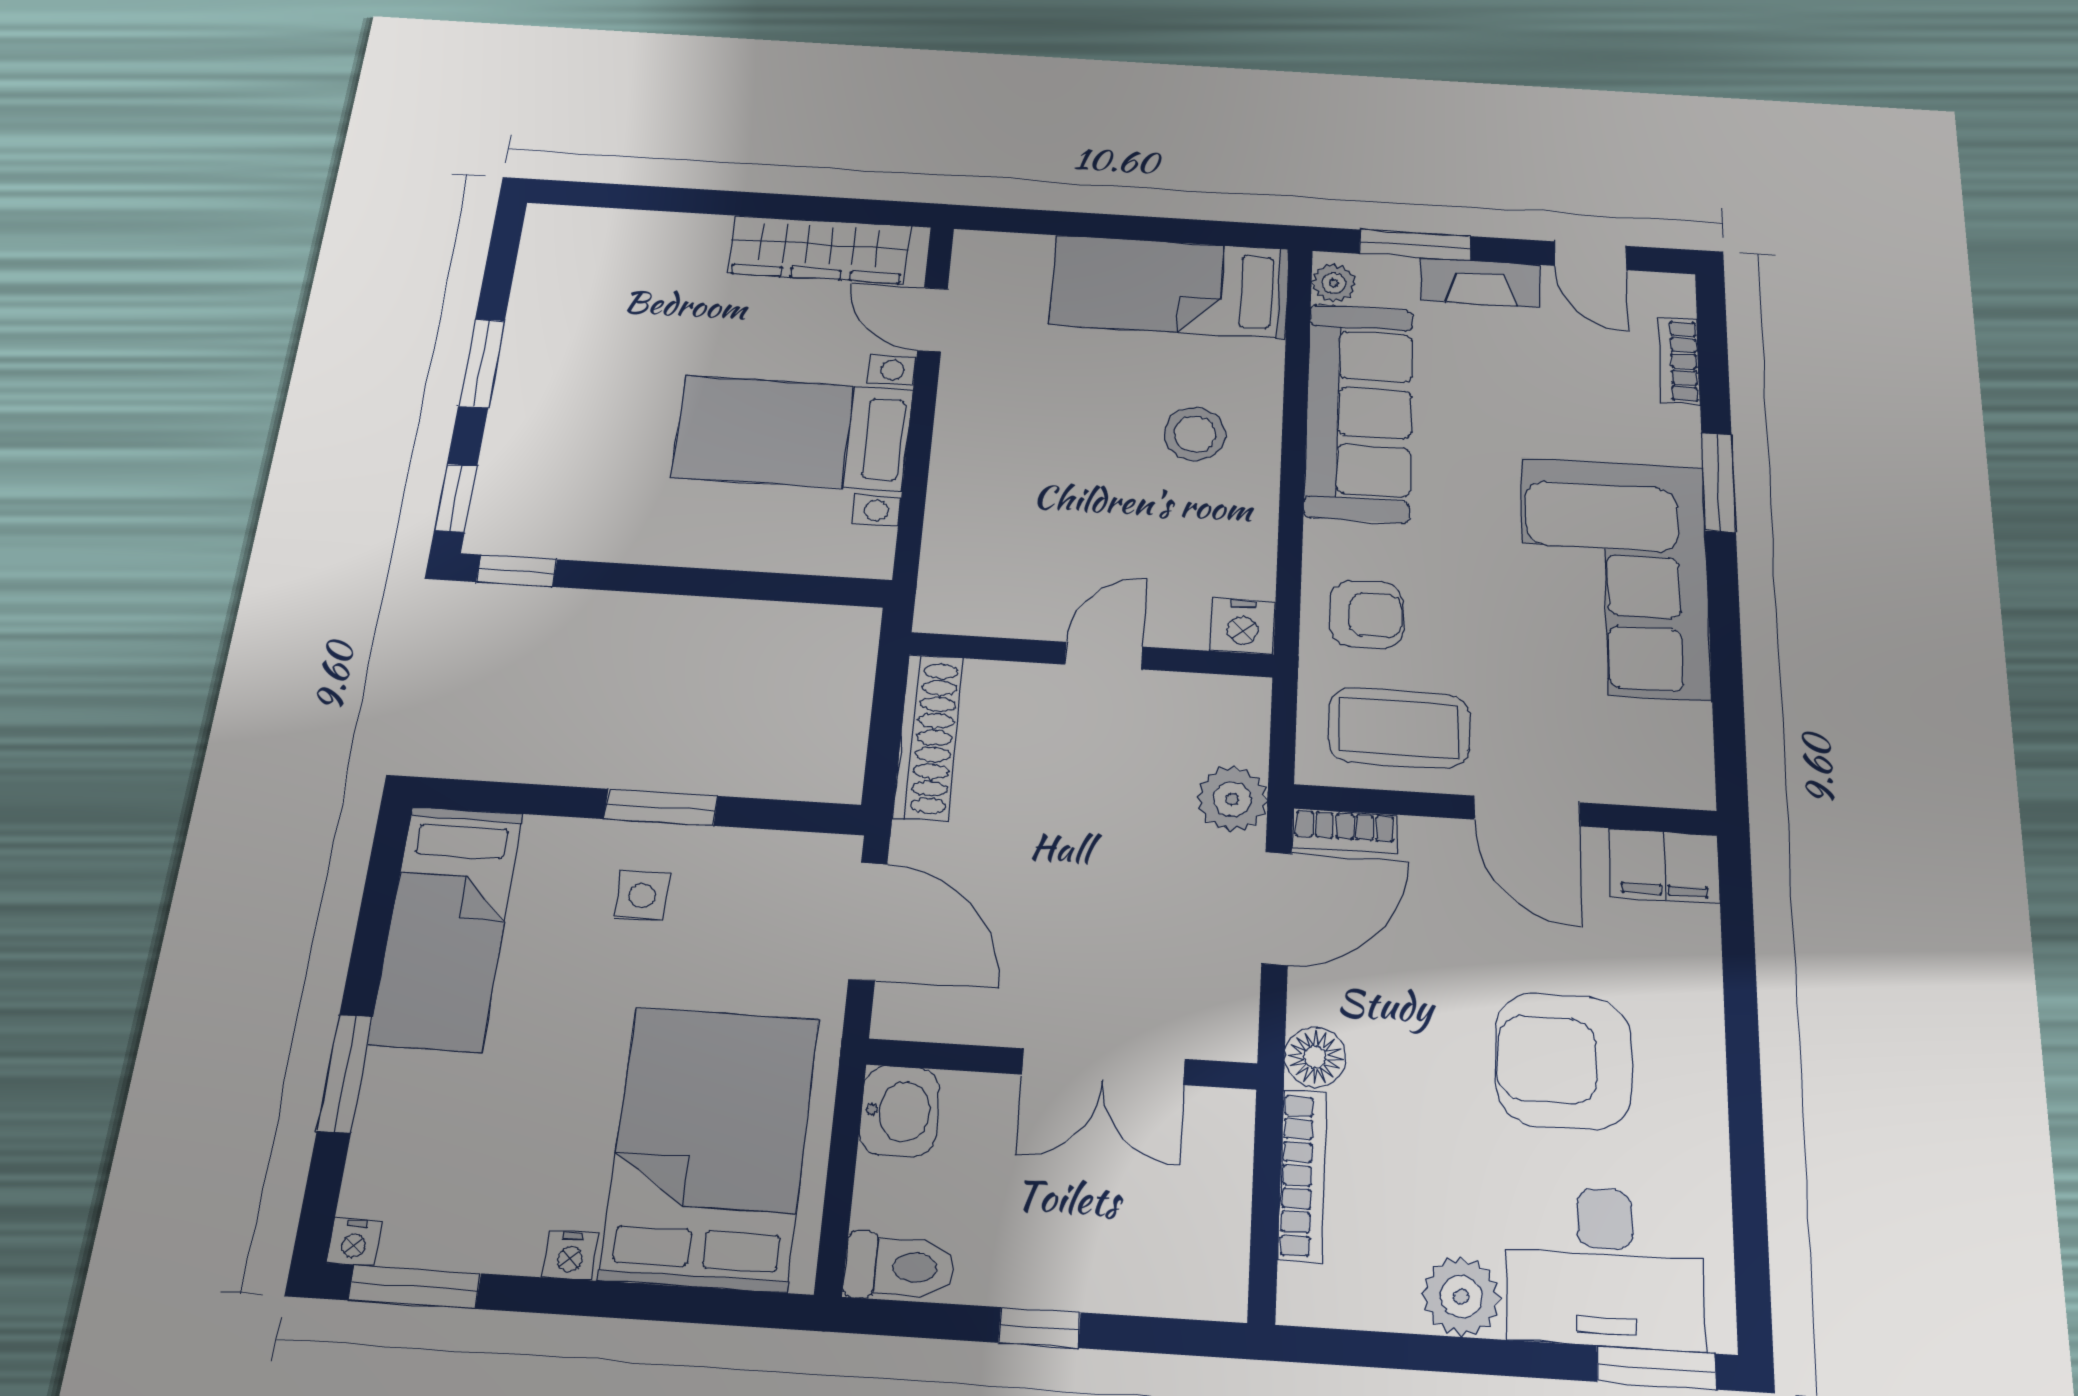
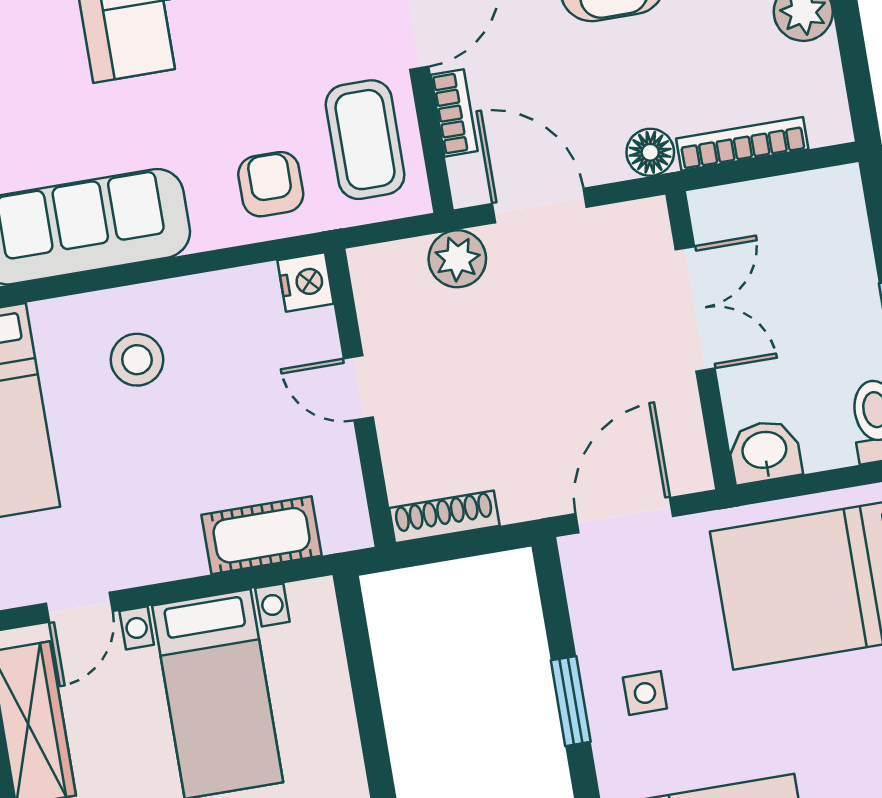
cot: (960, 517) -> (262, 535), added
shoe rack: (928, 737) -> (444, 517), width x0.74, depth x0.81
bookcase: (1345, 831) -> (454, 113), moved

